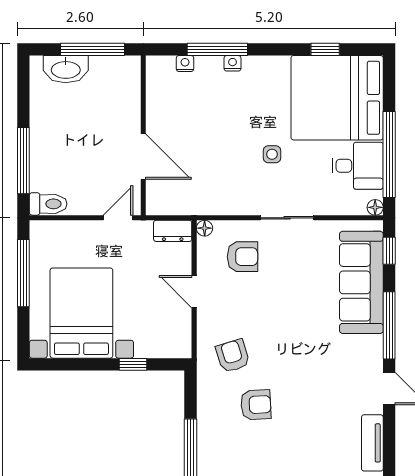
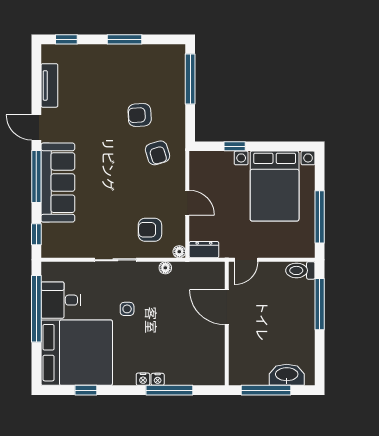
nightstand: (185, 64) -> (143, 379), moved
floor lamp: (375, 207) -> (165, 268), moved
sofa: (361, 282) -> (58, 183), moved

